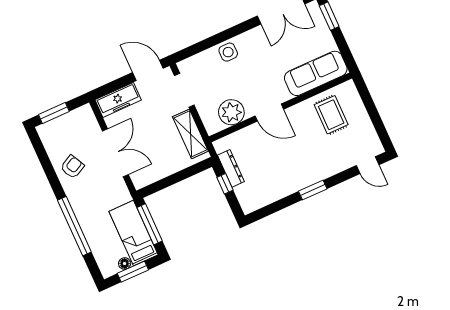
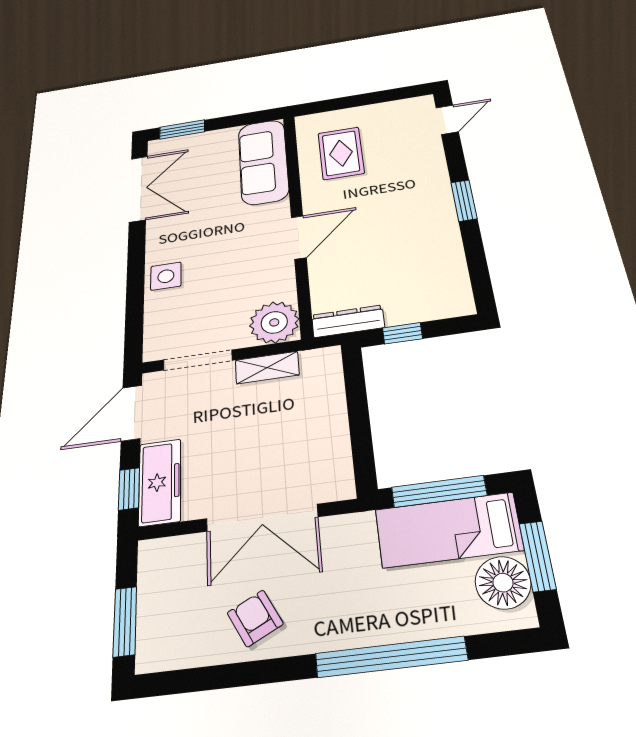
window: (111, 87) -> (129, 489), added
plant: (231, 112) -> (274, 322), moved
rug: (331, 115) -> (341, 153), turned 90
shelving: (190, 134) -> (267, 368), width x0.67, depth x0.75
double door: (115, 153) -> (262, 518), swing flipped
dresser: (231, 168) -> (348, 321), moved
floor lamp: (125, 264) -> (503, 583), width x1.89, depth x1.89

